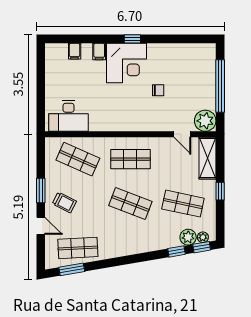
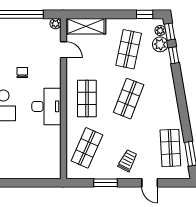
desk: (69, 116) -> (46, 106), moved
plant: (205, 121) -> (56, 24), width x0.53, depth x0.53
door: (182, 134) -> (63, 50), hinge flipped
window: (41, 191) -> (106, 183), moved
window: (220, 191) -> (145, 14), moved
door: (41, 226) -> (150, 183), swing flipped

